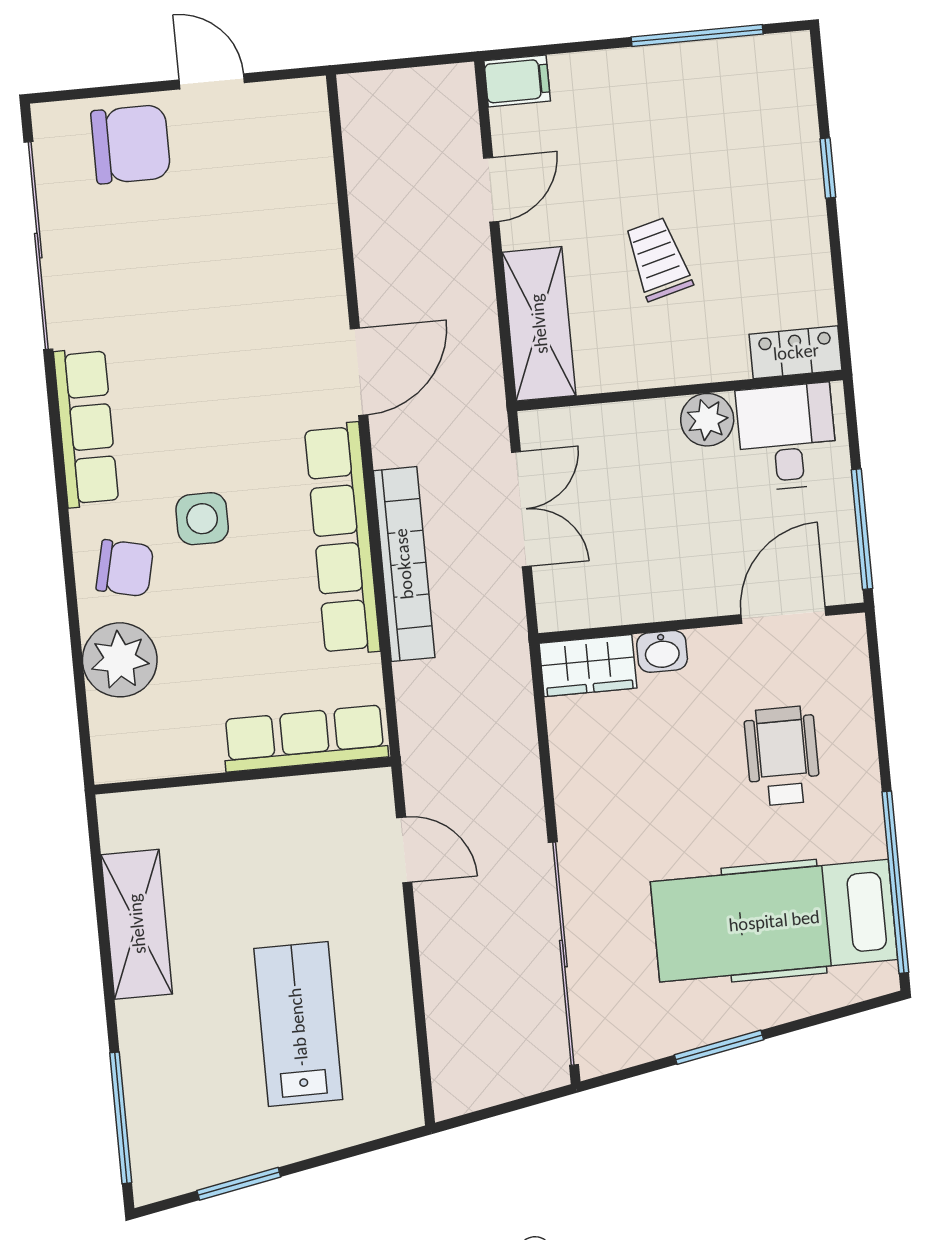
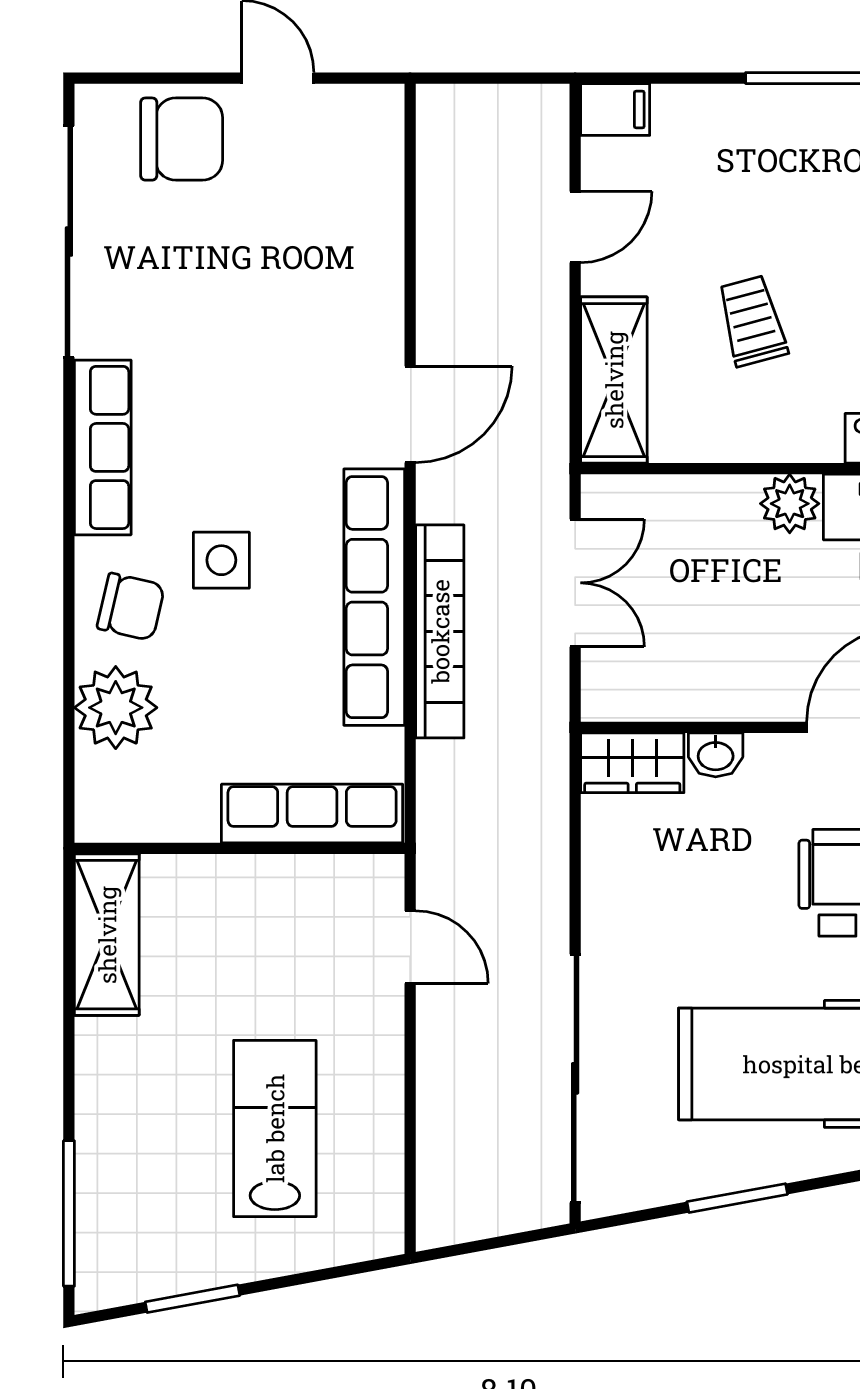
shelving: (137, 924) -> (107, 935), moved

